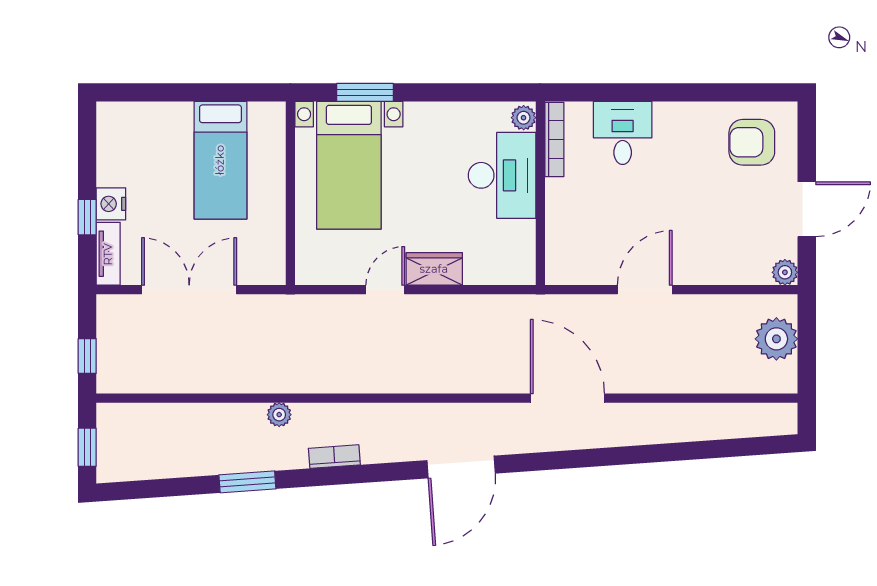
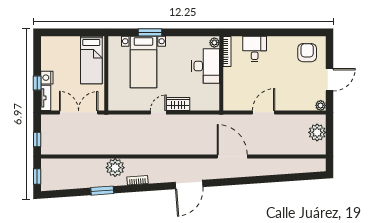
armchair: (752, 142) -> (307, 53), turned 90
wall: (290, 193) -> (106, 73), moved
plant: (279, 415) -> (115, 168), width x1.88, depth x1.88

